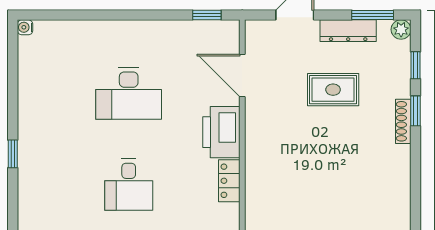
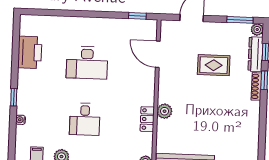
water cooler: (25, 27) -> (20, 120), moved
dresser: (348, 31) -> (256, 54), moved, turned 90
printer: (221, 132) -> (30, 52), moved, turned 180
plant: (257, 167) -> (165, 111), added

